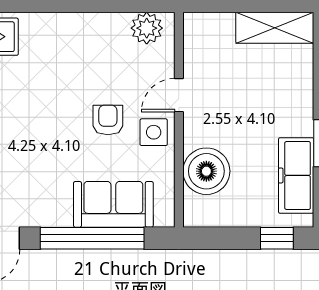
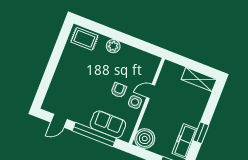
plant: (147, 28) -> (113, 46), moved
boiler: (206, 171) -> (145, 139), moved

